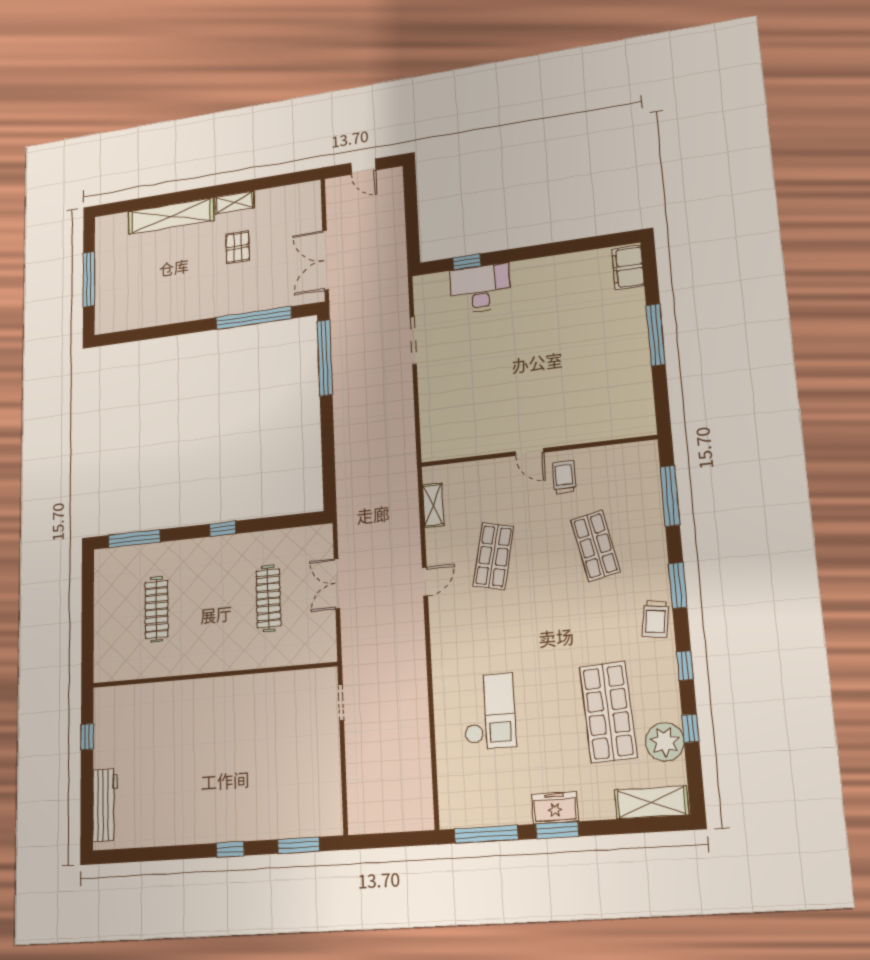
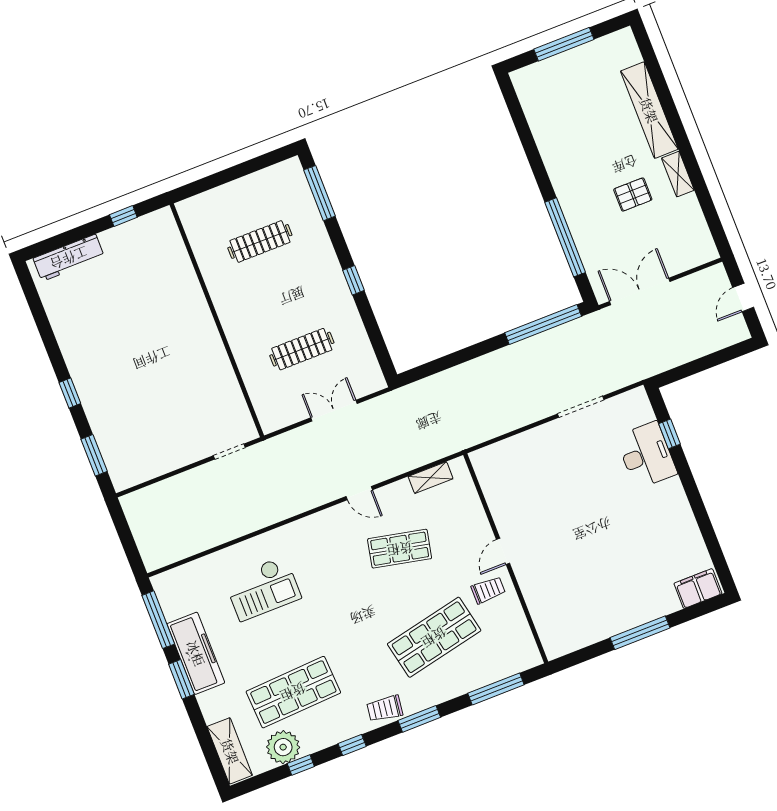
shop shelf: (596, 546) -> (434, 637), width x1.43, depth x1.36
freezer: (555, 808) -> (196, 653), width x1.91, depth x1.26

